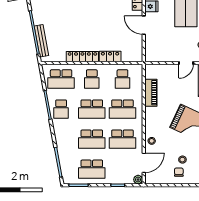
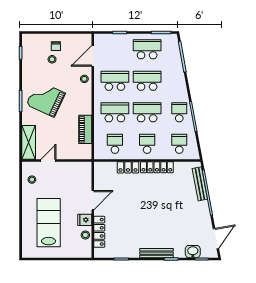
door: (144, 25) -> (93, 200), hinge flipped
school desk: (61, 79) -> (179, 144), width x0.54
plant: (138, 180) -> (99, 38), removed

